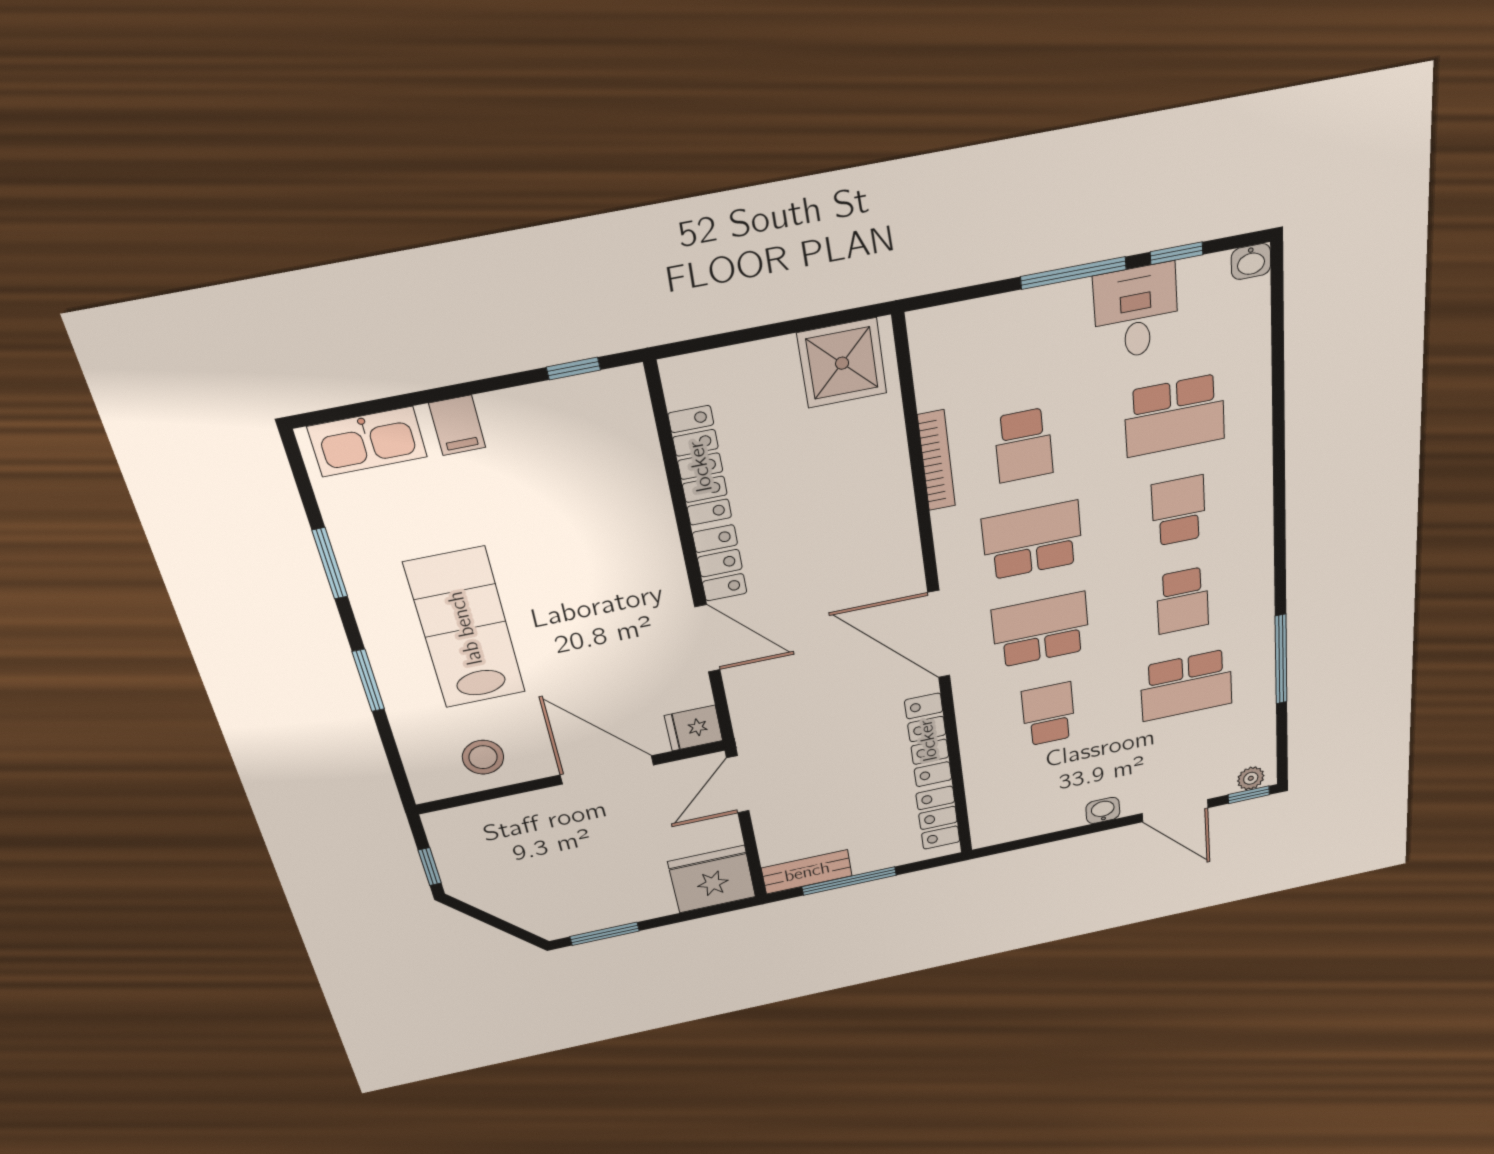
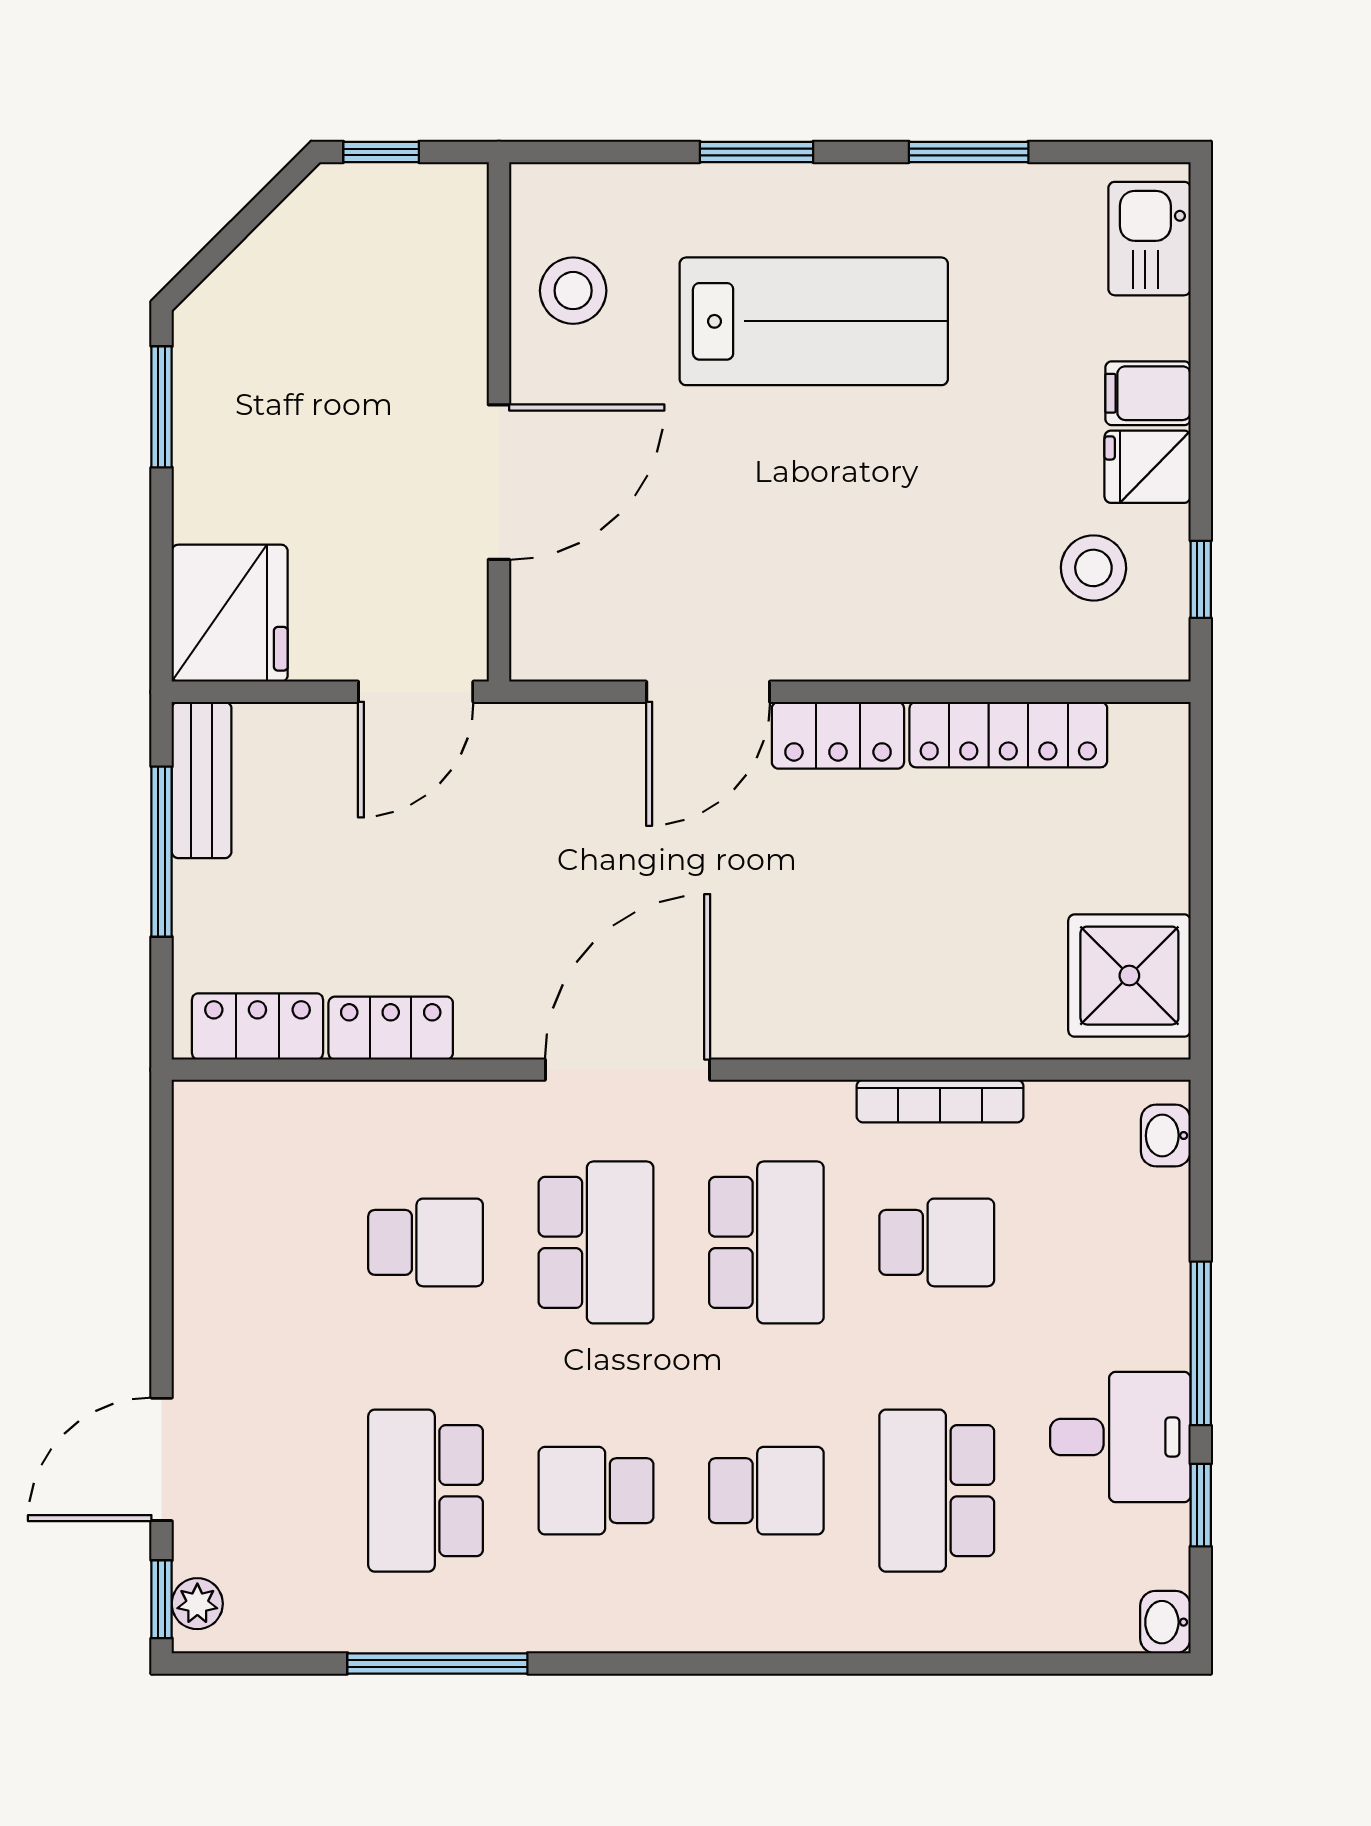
stool: (581, 436) -> (1093, 568), added
kitchen sink: (367, 442) -> (1149, 239), width x0.73
school desk: (1024, 445) -> (937, 1242), turned 180
fridge: (694, 728) -> (1148, 467), moved, turned -90
locker: (928, 740) -> (391, 1028), width x0.66
door: (738, 784) -> (416, 692), swing flipped
washbasin: (1103, 810) -> (1166, 1136), moved, turned 180

